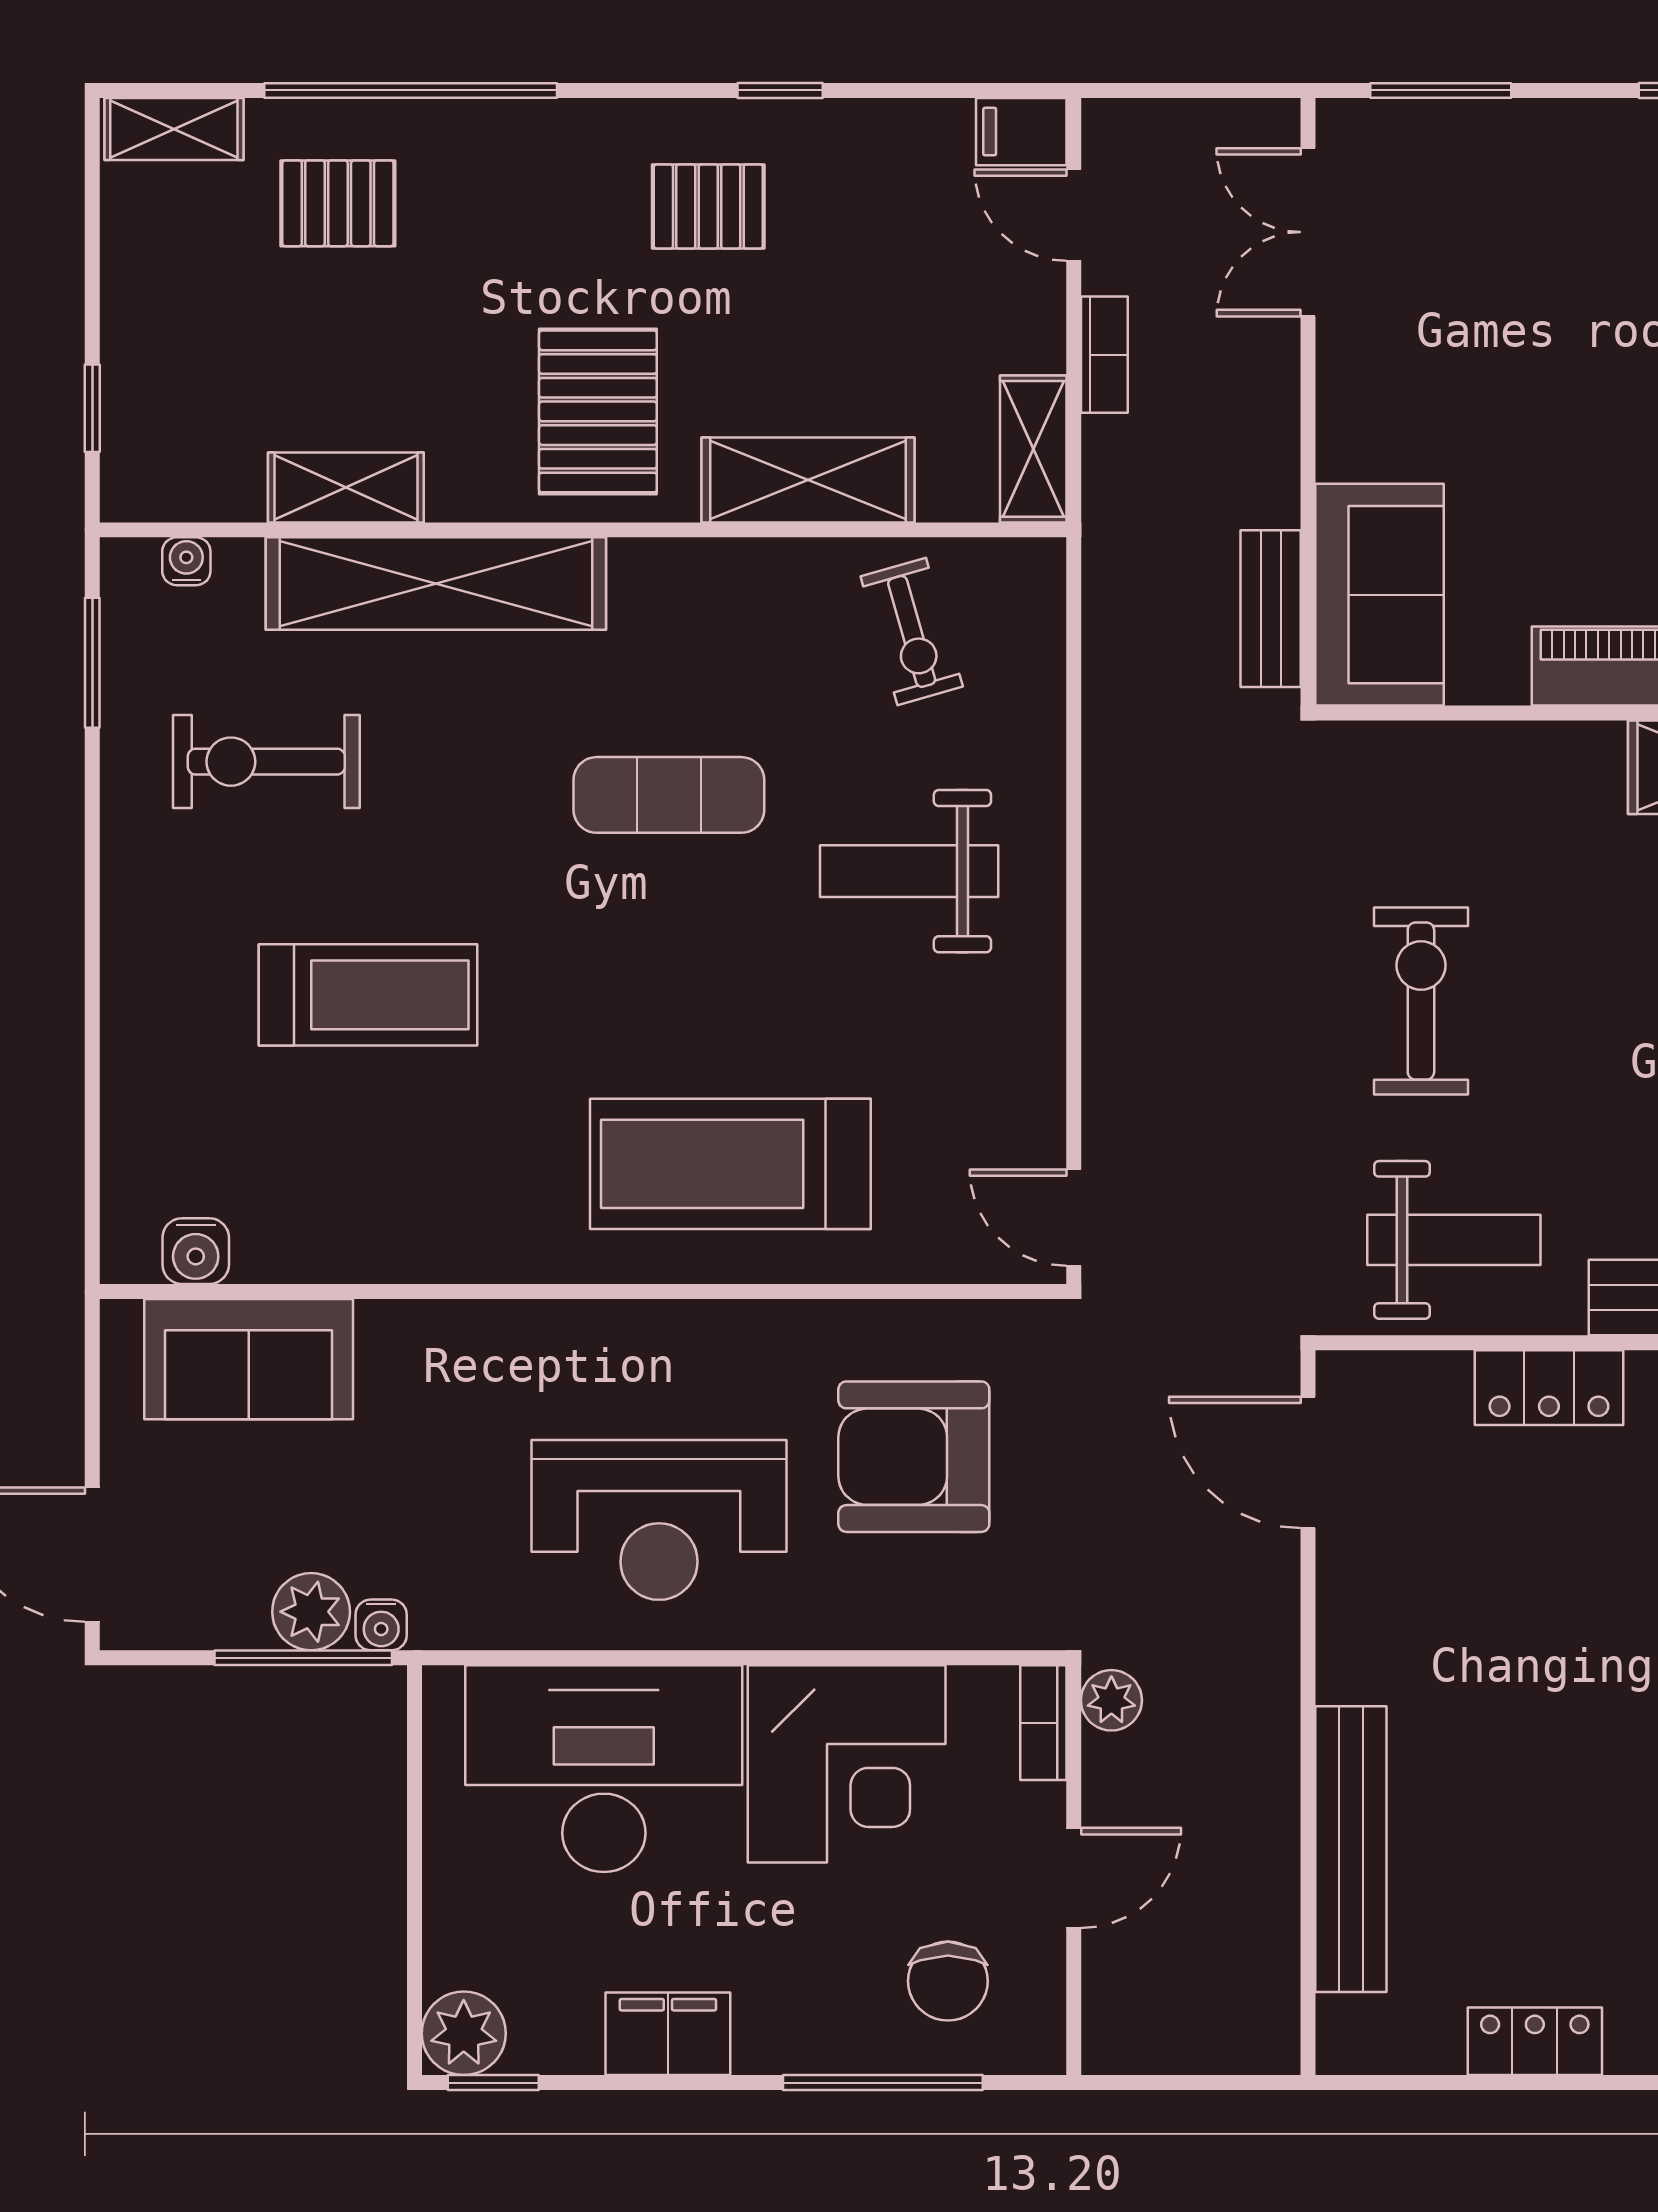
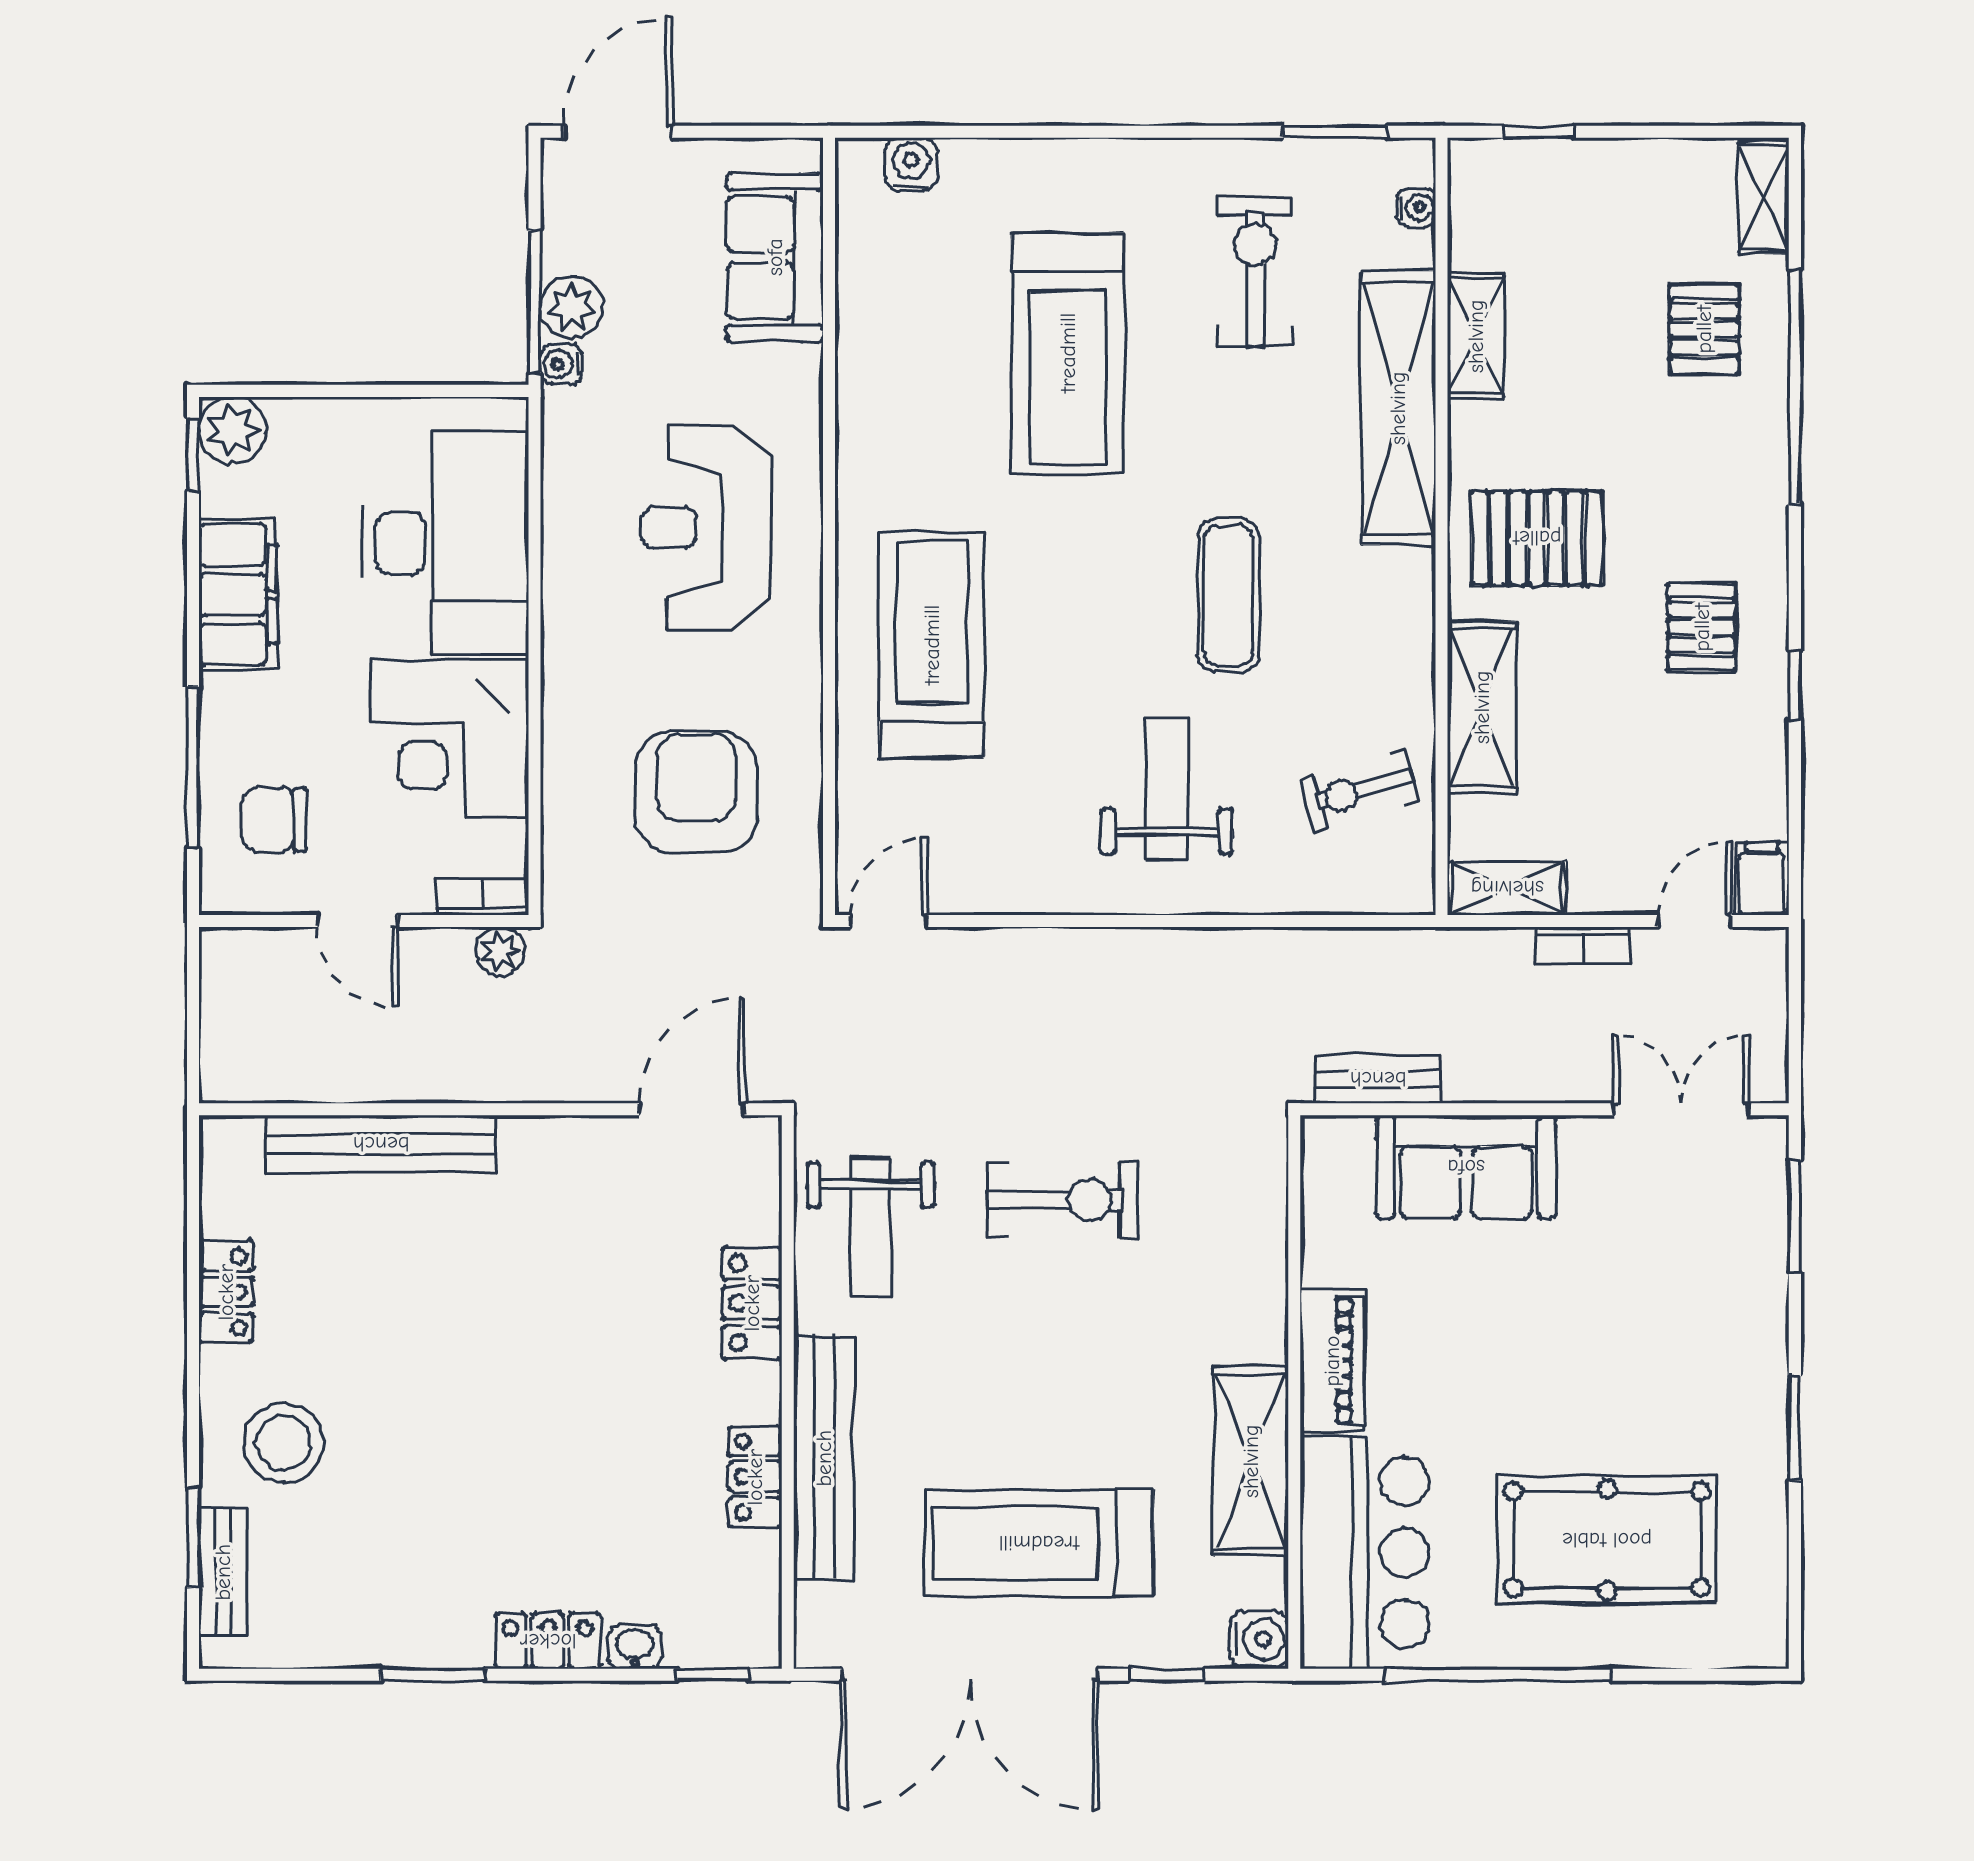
sofa: (1380, 595) -> (1466, 1167), moved
treadmill: (368, 995) -> (1068, 353), width x1.37, depth x1.38
water cooler: (196, 1251) -> (911, 164), moved, turned 90
reception desk: (659, 1520) -> (706, 528), moved
filing cabinet: (668, 2034) -> (238, 595), width x1.50, depth x1.17

